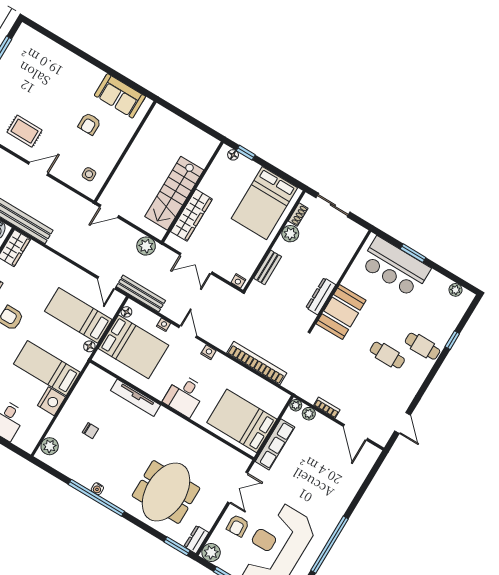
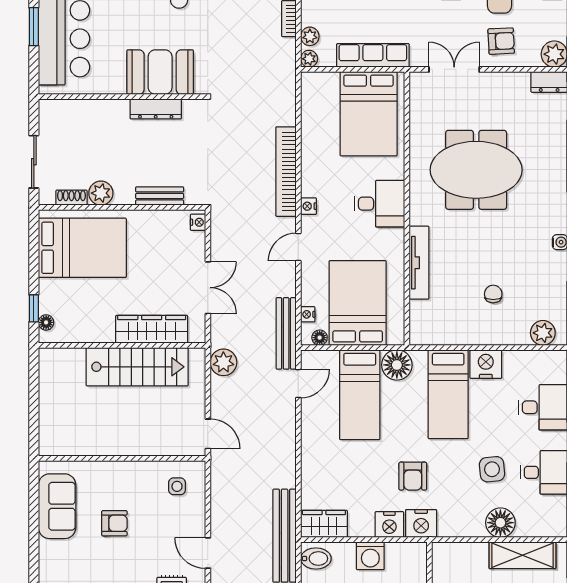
nightstand: (164, 325) -> (308, 314), moved
floor lamp: (89, 346) -> (397, 365), width x1.89, depth x1.89
bookcase: (257, 363) -> (286, 172), moved
meeting table: (166, 492) -> (476, 170), moved

